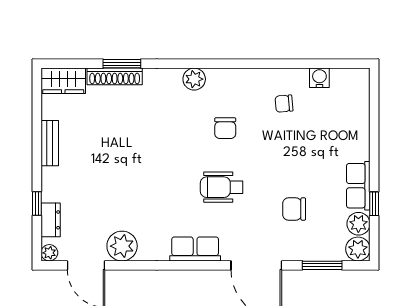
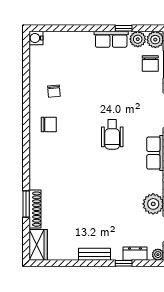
water cooler: (319, 78) -> (36, 38), moved
plant: (194, 79) -> (37, 154), removed
chair: (225, 128) -> (49, 124), moved
bench: (50, 143) -> (94, 254), moved
chair: (294, 209) -> (150, 64), moved

